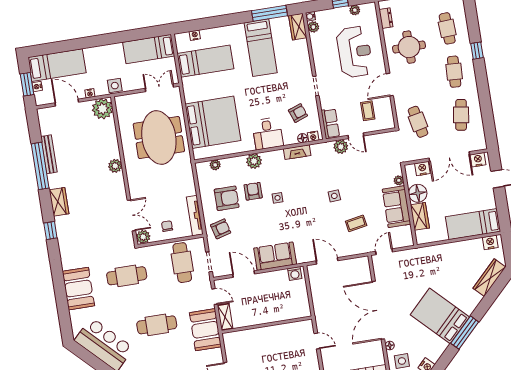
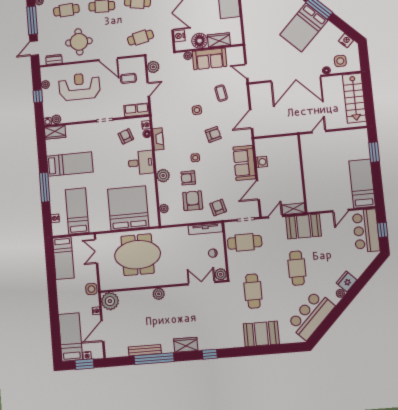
window: (269, 13) -> (45, 187), moved
plant: (341, 147) -> (153, 67), moved
armchair: (306, 217) -> (213, 134), added
washing machine: (295, 274) -> (262, 162), moved

